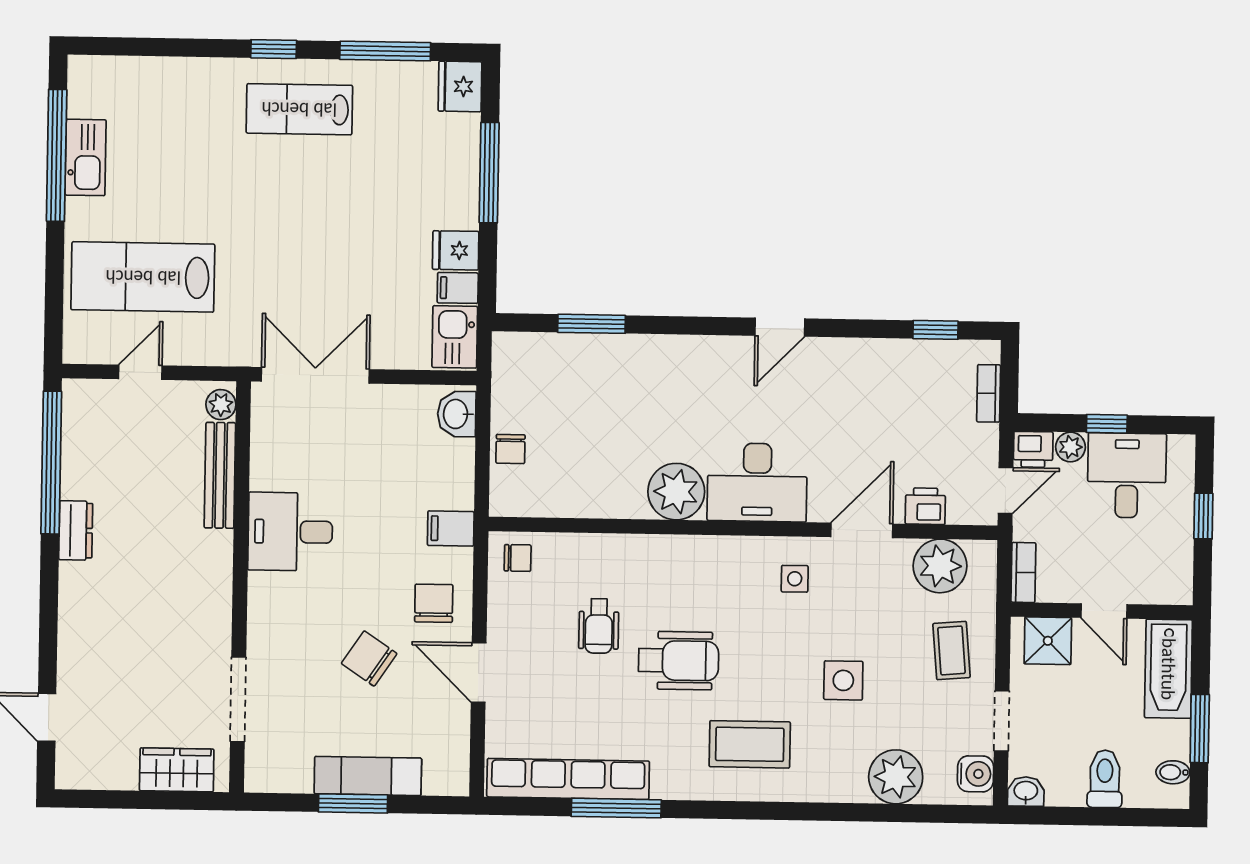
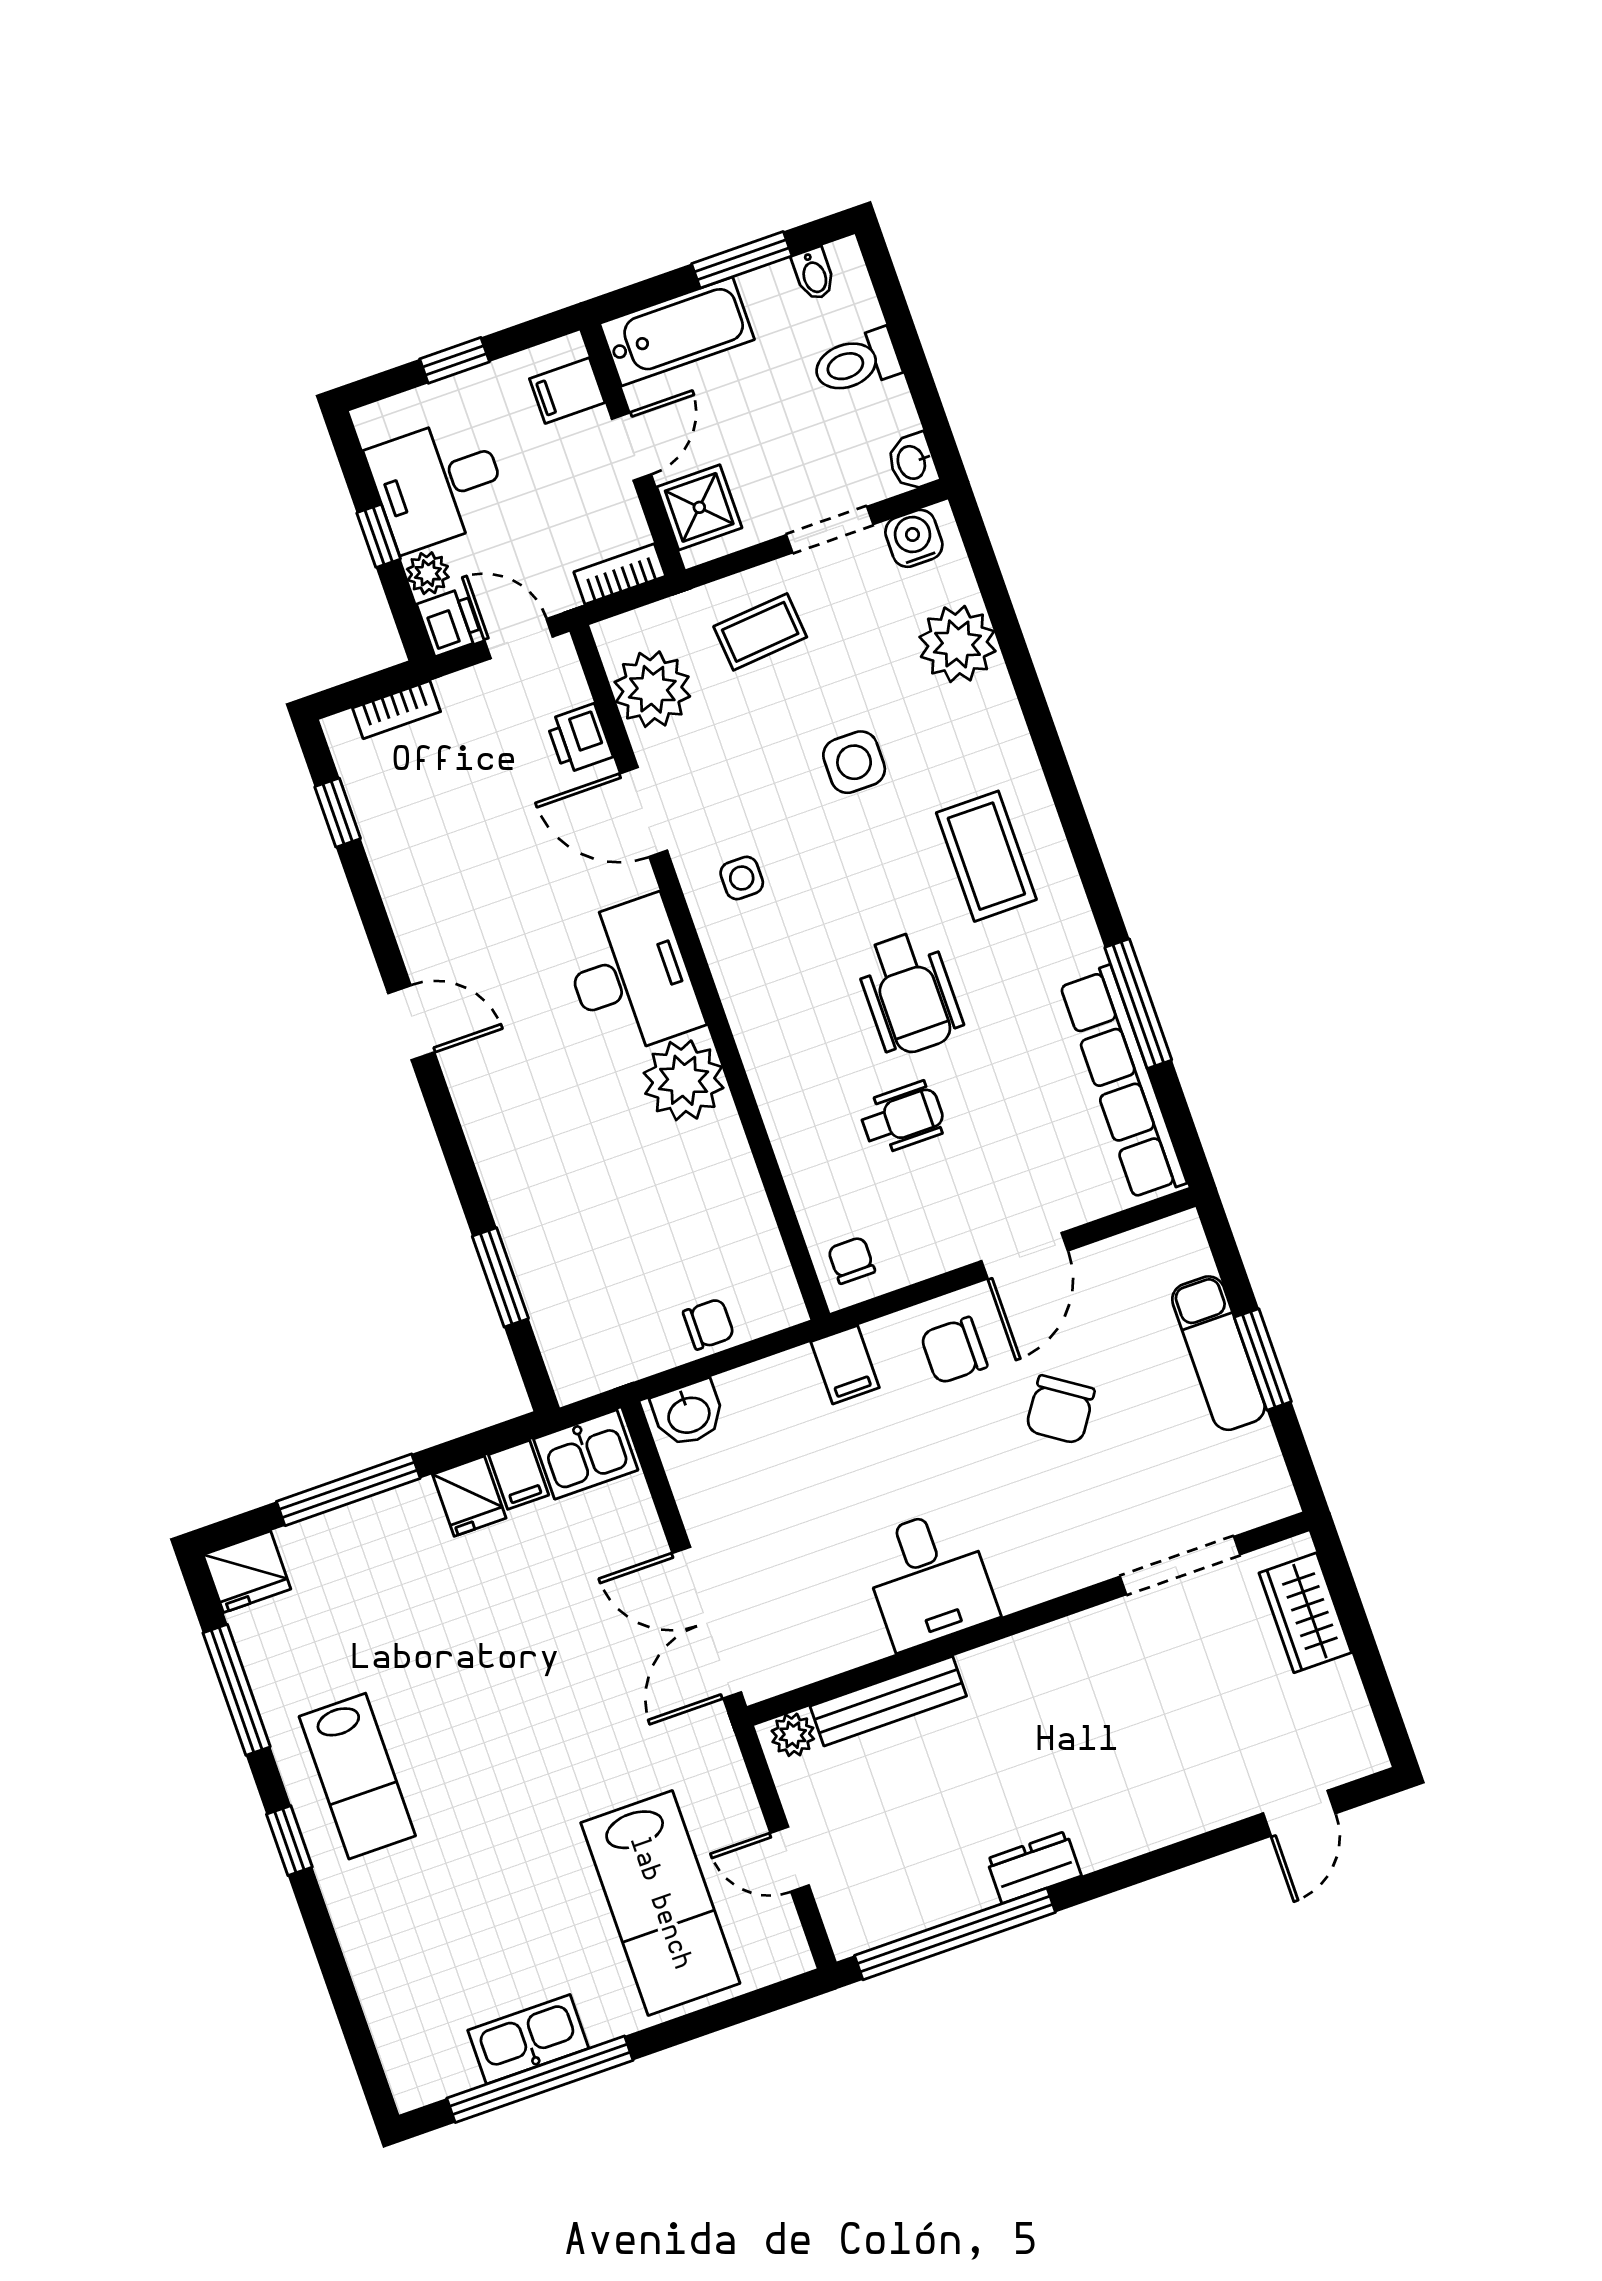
filing cabinet: (1156, 583) -> (567, 391), added
wheelchair: (679, 661) -> (909, 993), turned 180

